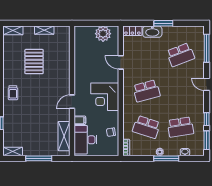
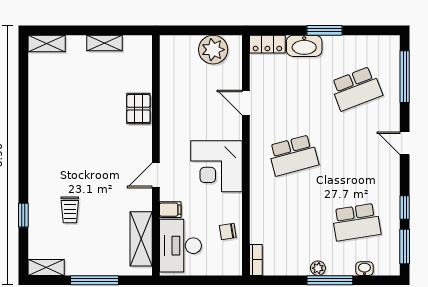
pallet: (34, 62) -> (138, 109), moved, width x0.67, depth x0.71
trolley: (13, 93) -> (70, 210), moved
school desk: (146, 127) -> (293, 222), removed

